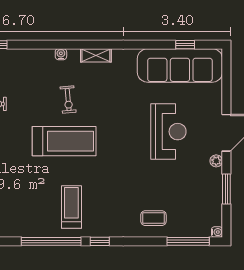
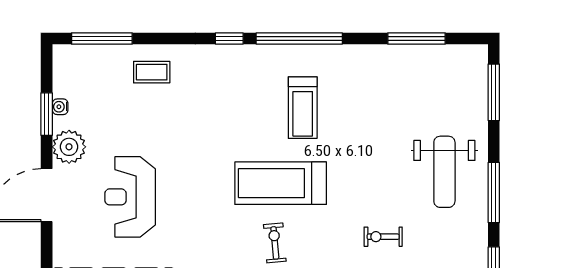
plant: (216, 161) -> (69, 147), width x1.87, depth x1.87
treadmill: (71, 207) -> (303, 108), moved
water cooler: (217, 232) -> (60, 107), moved

